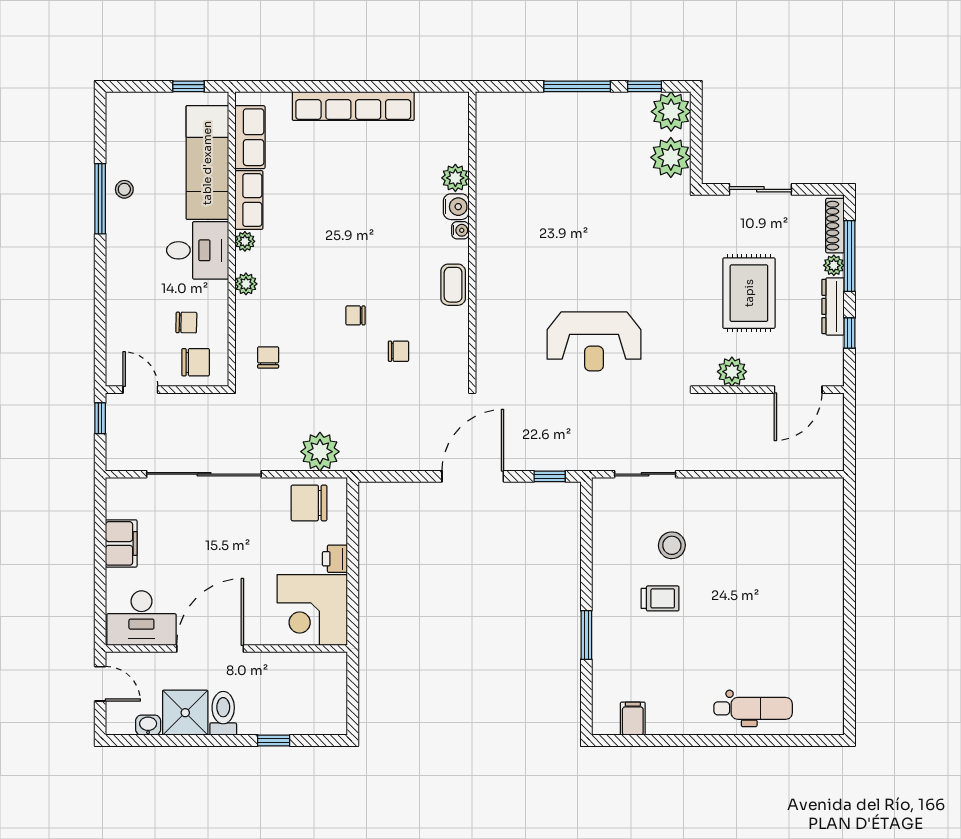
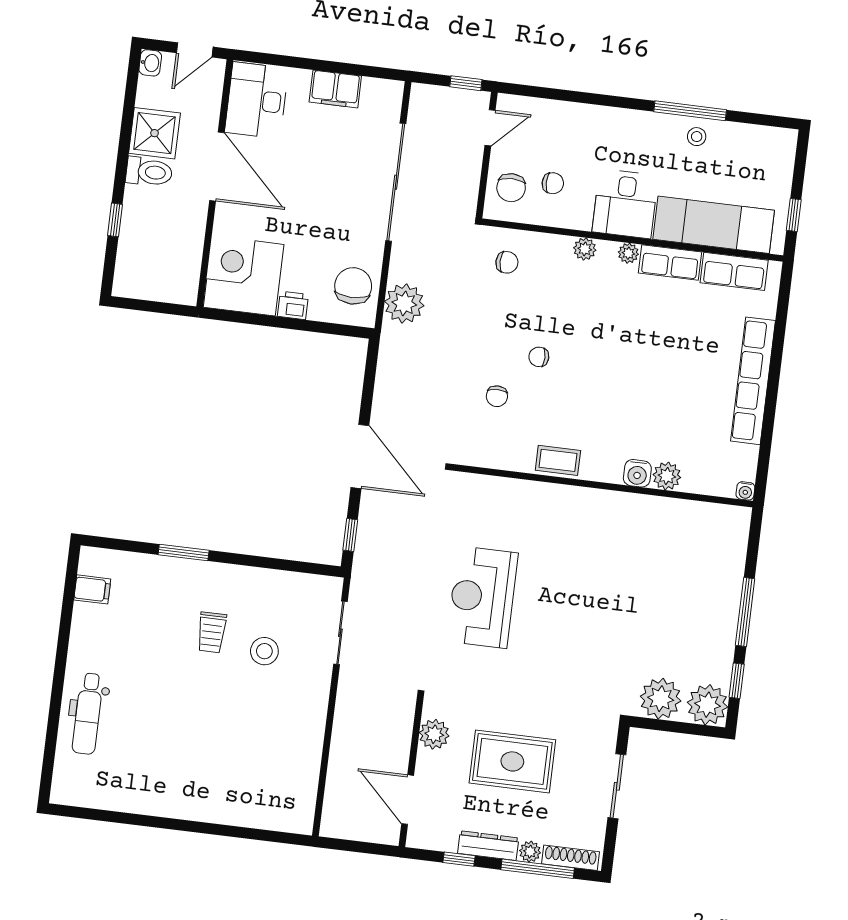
water cooler: (460, 230) -> (745, 491), moved
chair: (355, 315) -> (539, 357), turned -90
chair: (186, 323) -> (553, 183), turned -91
washbasin: (148, 725) -> (150, 63), moved

